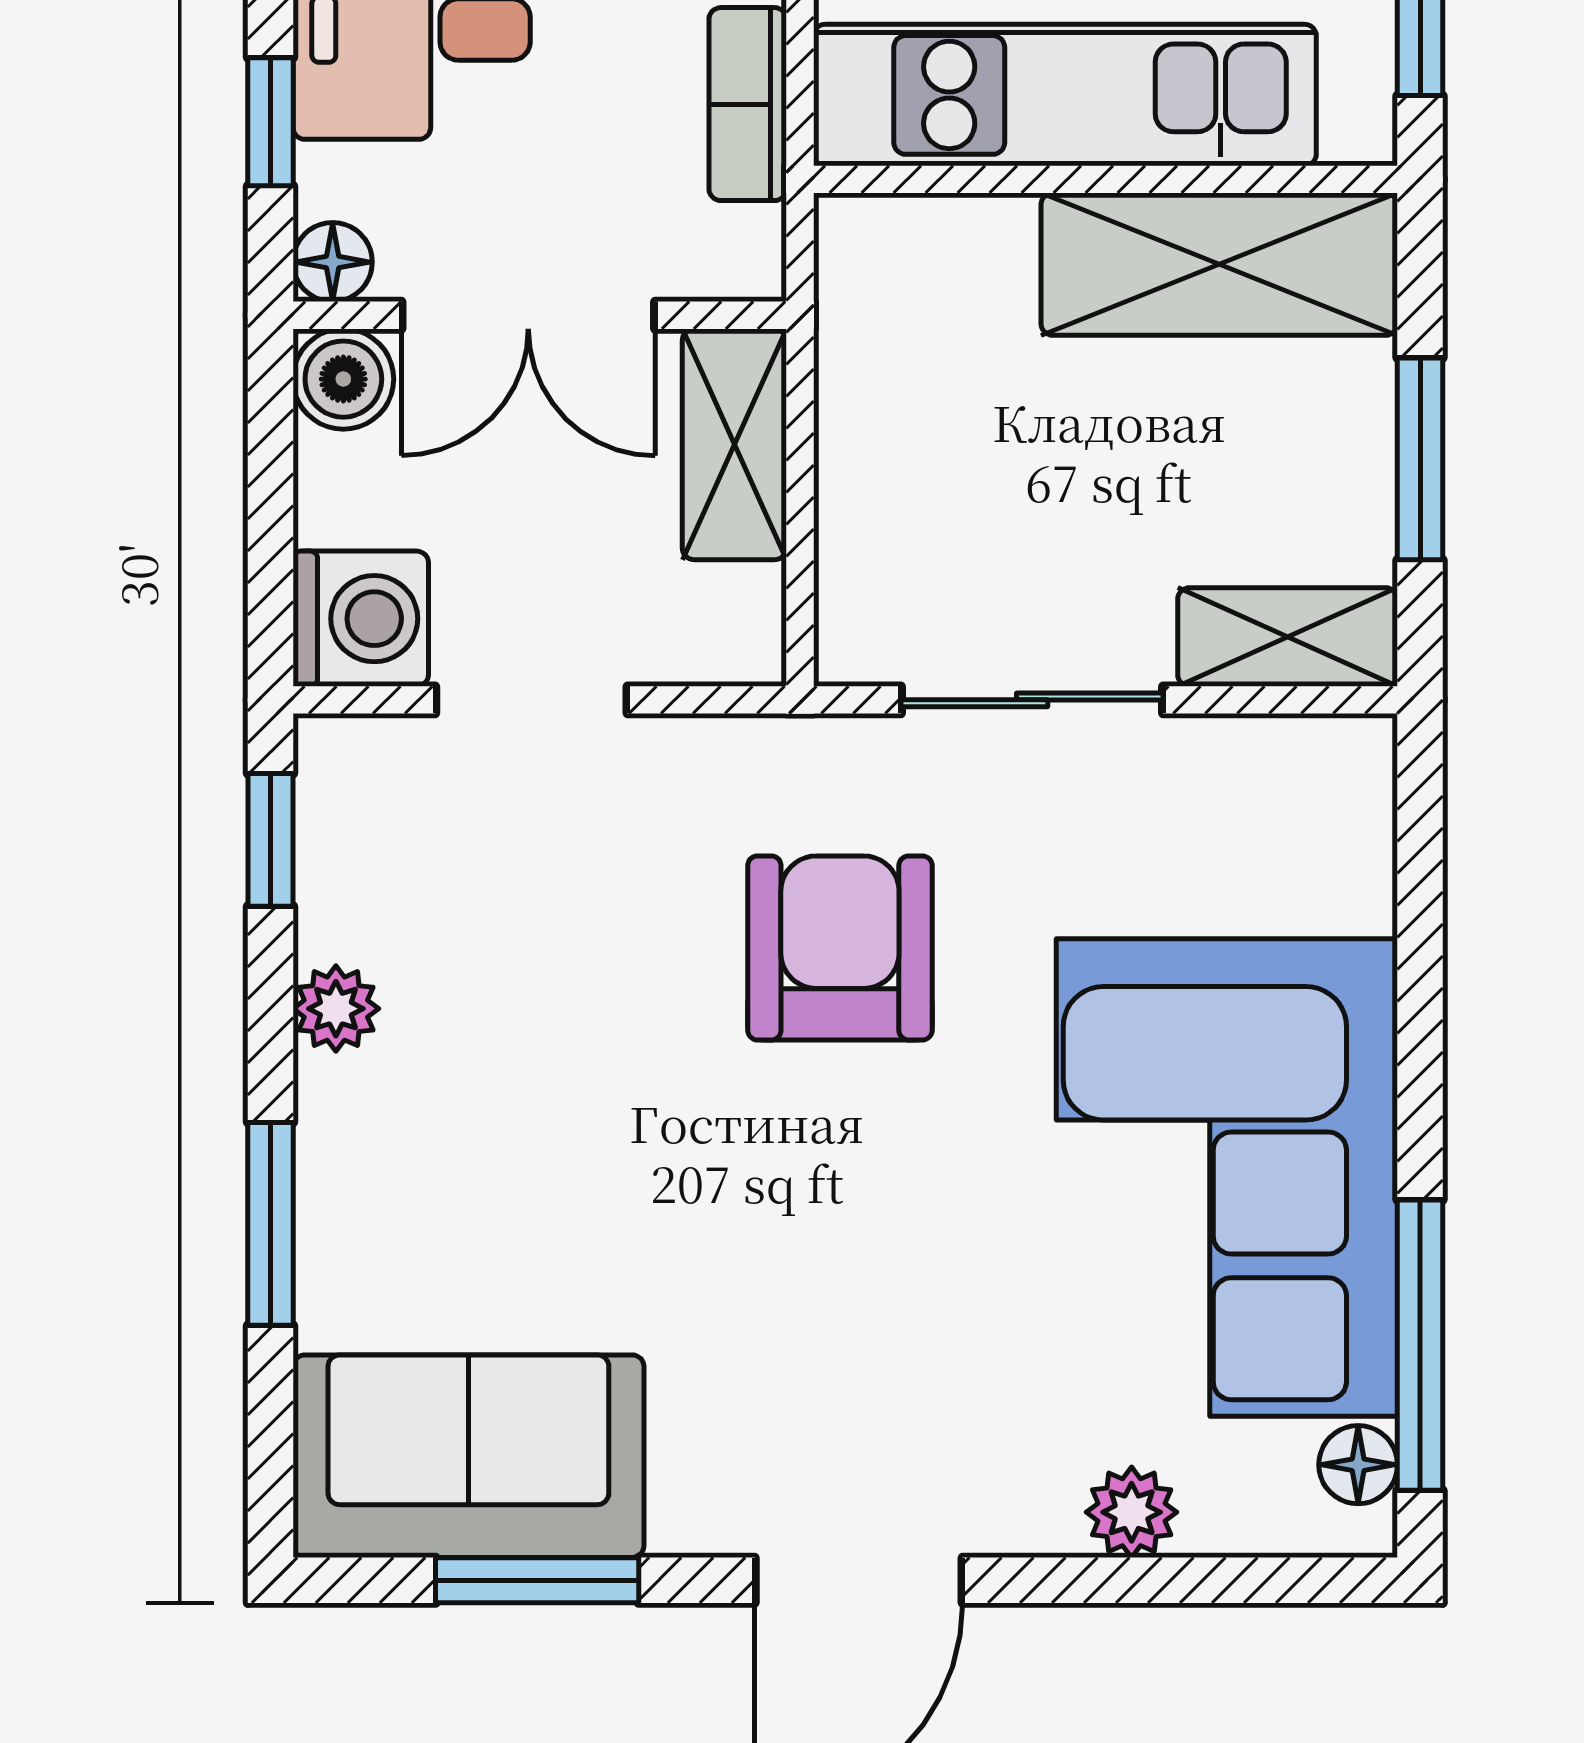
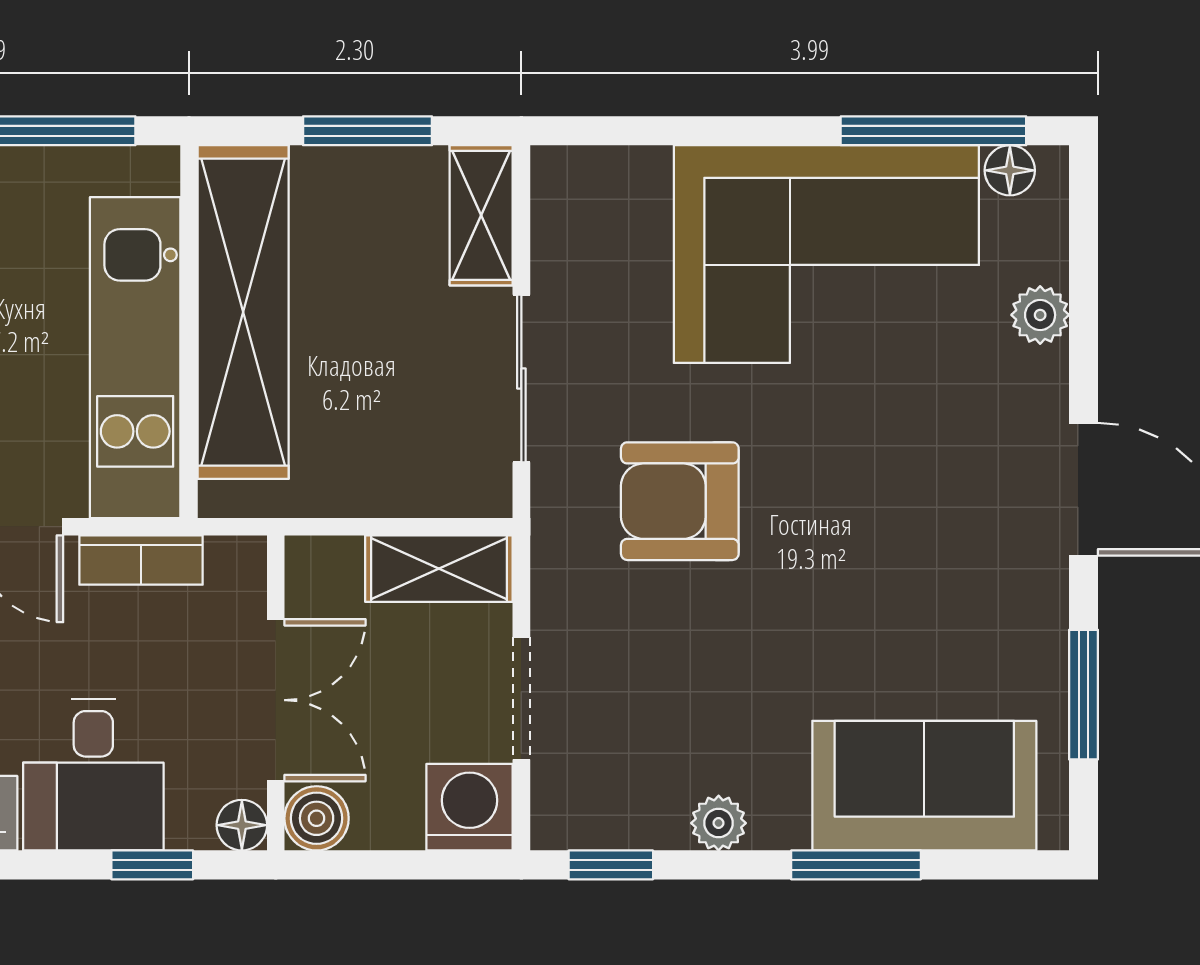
shelving: (1219, 264) -> (243, 312), width x1.47
shelving: (734, 444) -> (439, 569), moved
sofa: (468, 1456) -> (924, 786), moved, turned 90

